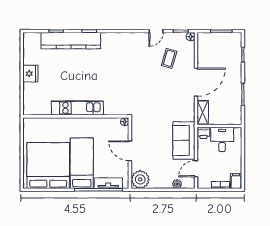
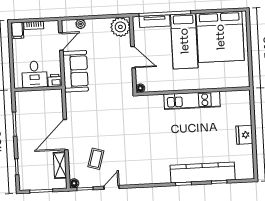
shelving: (203, 113) -> (60, 165), moved

